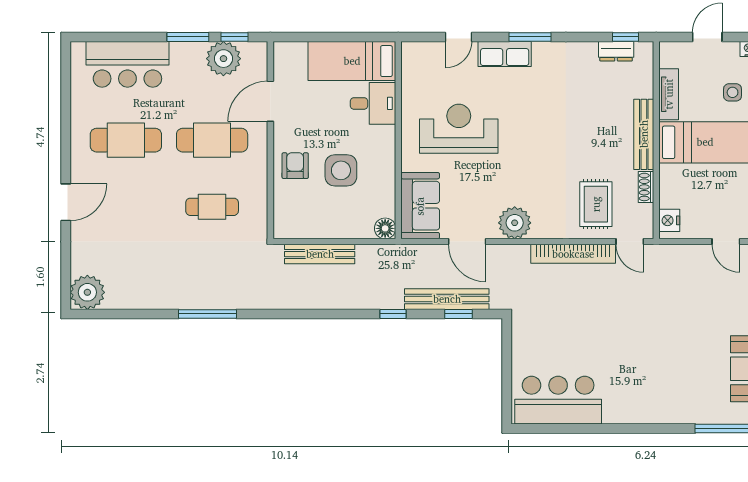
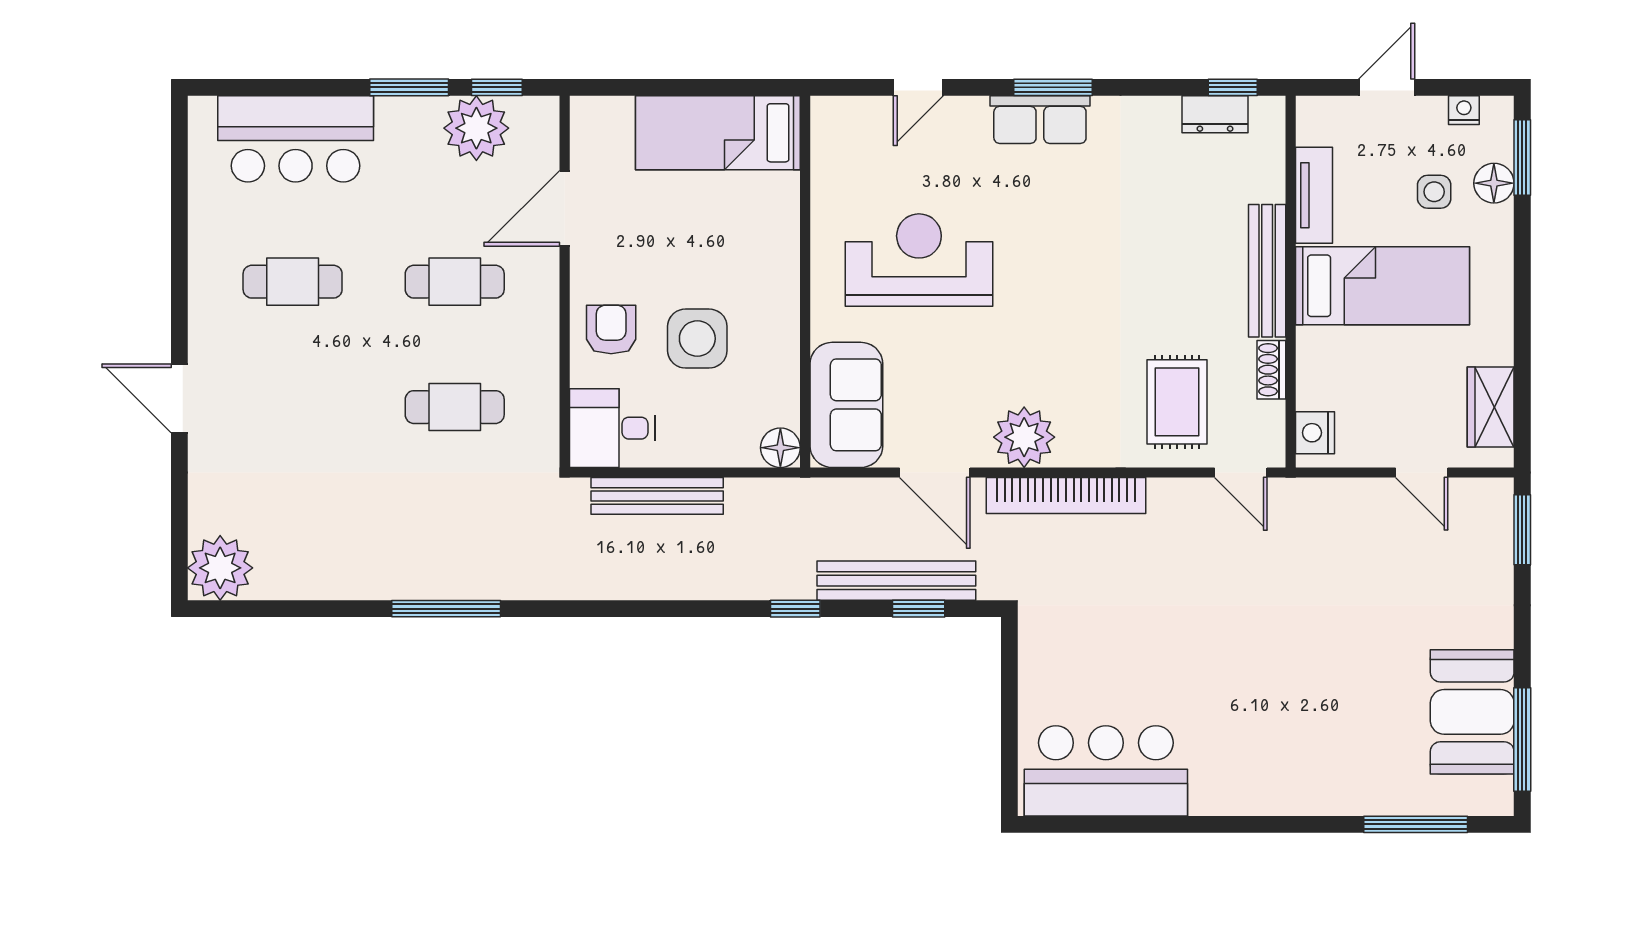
row of seats: (505, 54) -> (1040, 120), moved
desk: (373, 103) -> (612, 428), moved, turned 180
cafe table: (126, 140) -> (293, 282), width x0.73, depth x0.74
cafe table: (212, 140) -> (455, 282), width x0.73, depth x0.74
door: (66, 202) -> (179, 398), swing flipped
bookcase: (573, 254) -> (1066, 496), moved

